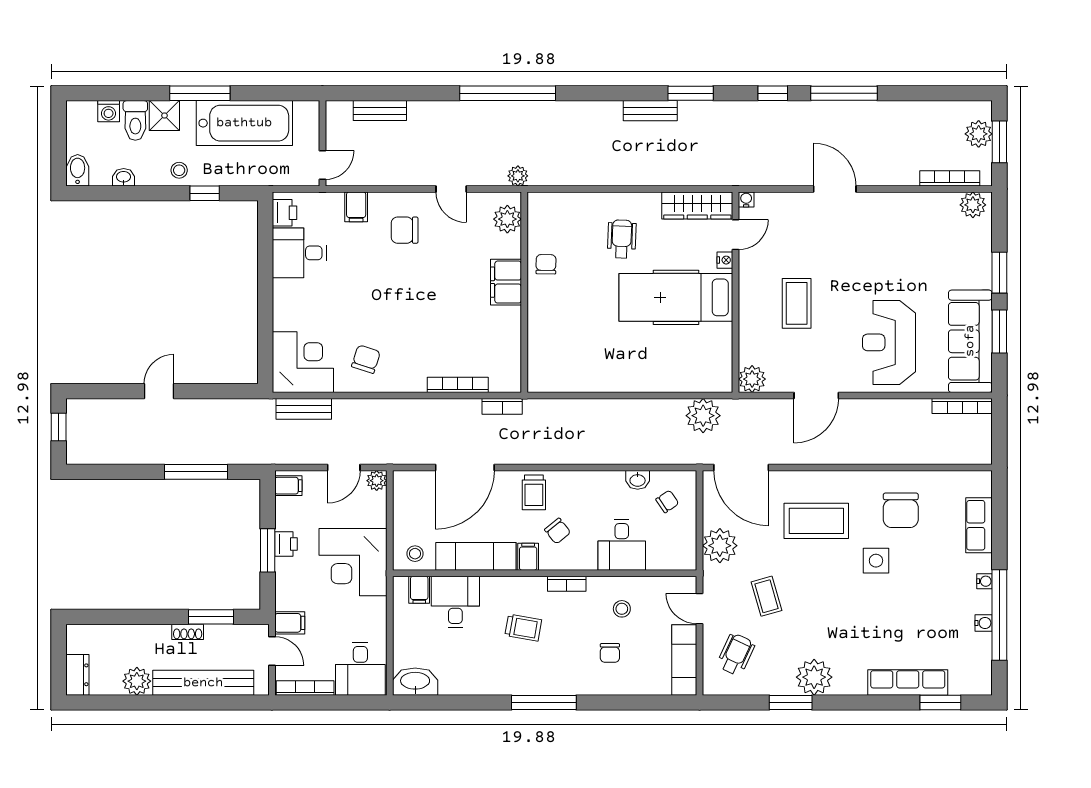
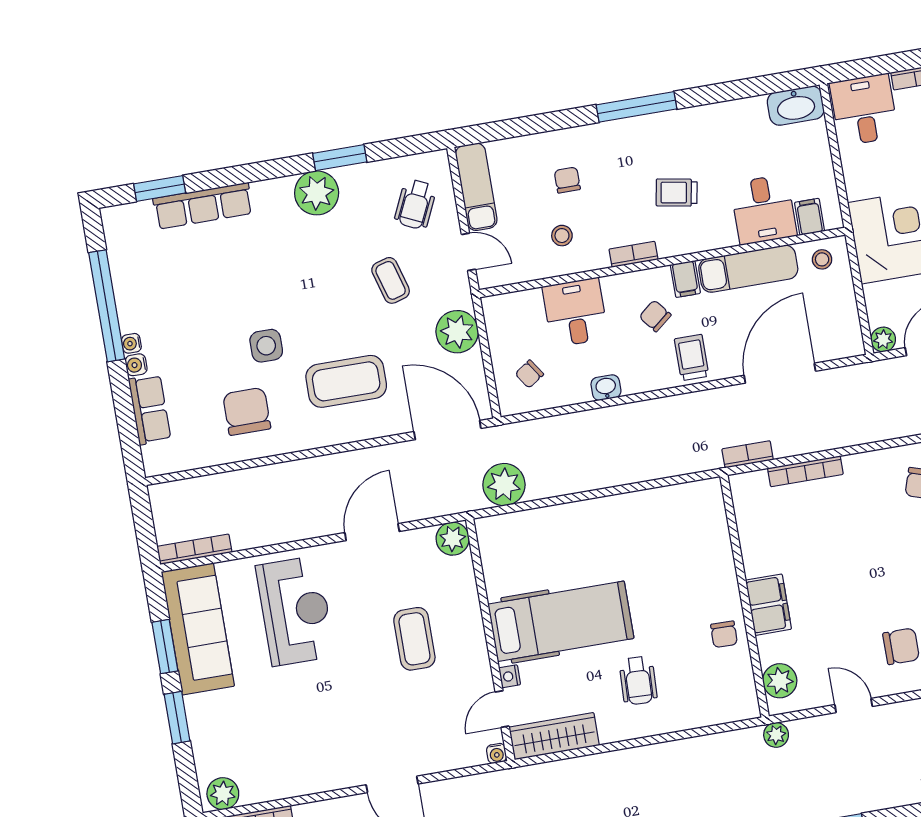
washbasin: (638, 480) -> (606, 388), moved
water cooler: (984, 623) -> (136, 365), moved

